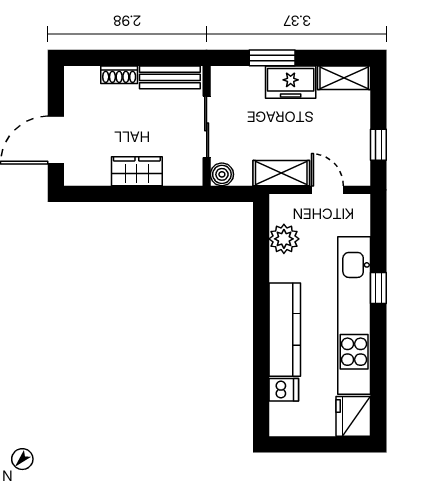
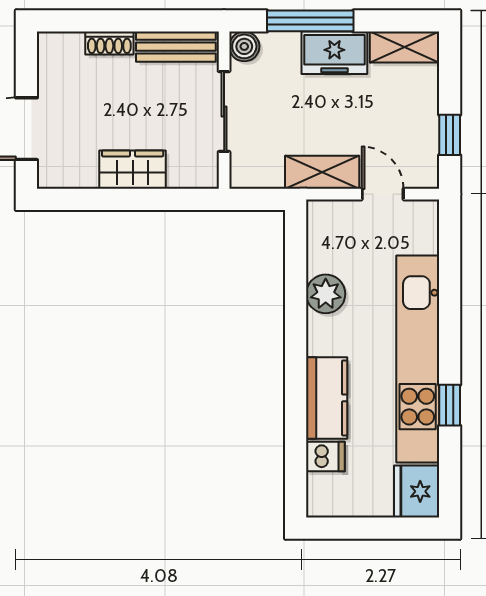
window: (272, 58) -> (310, 21), width x1.44
boiler: (222, 174) -> (244, 46), moved
plant: (284, 239) -> (326, 294), moved
window: (378, 288) -> (450, 405), moved
kitchen counter: (285, 330) -> (327, 398), width x0.67

